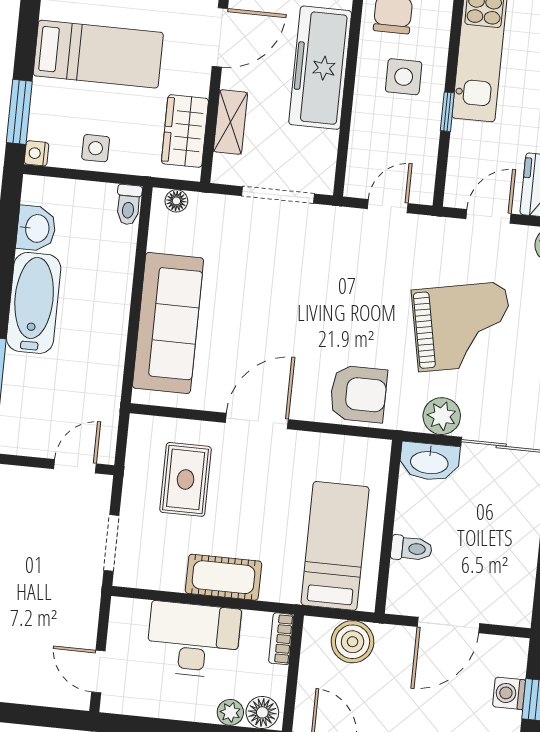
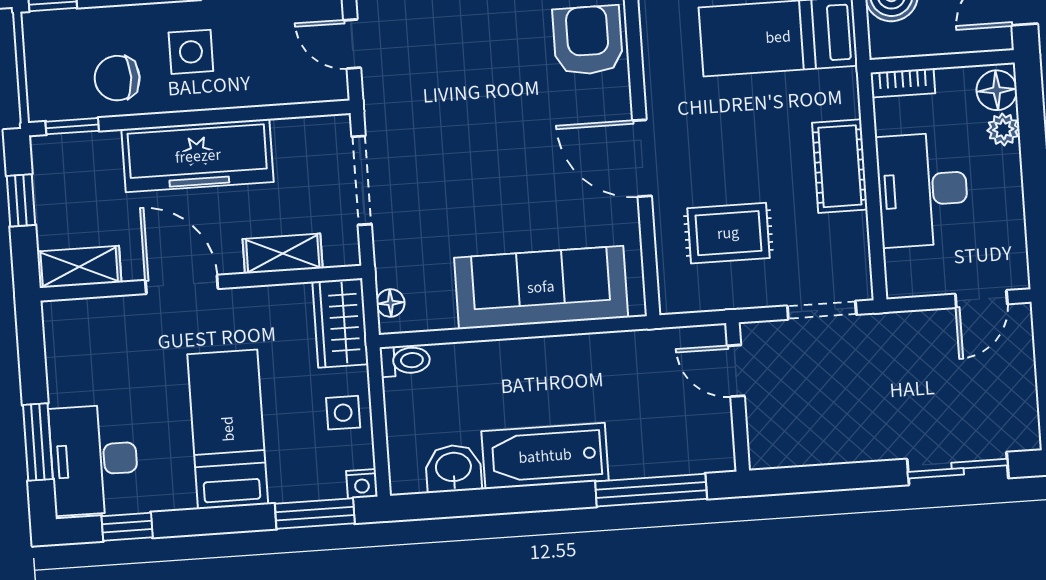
wardrobe: (185, 131) -> (340, 323), moved, turned 90

